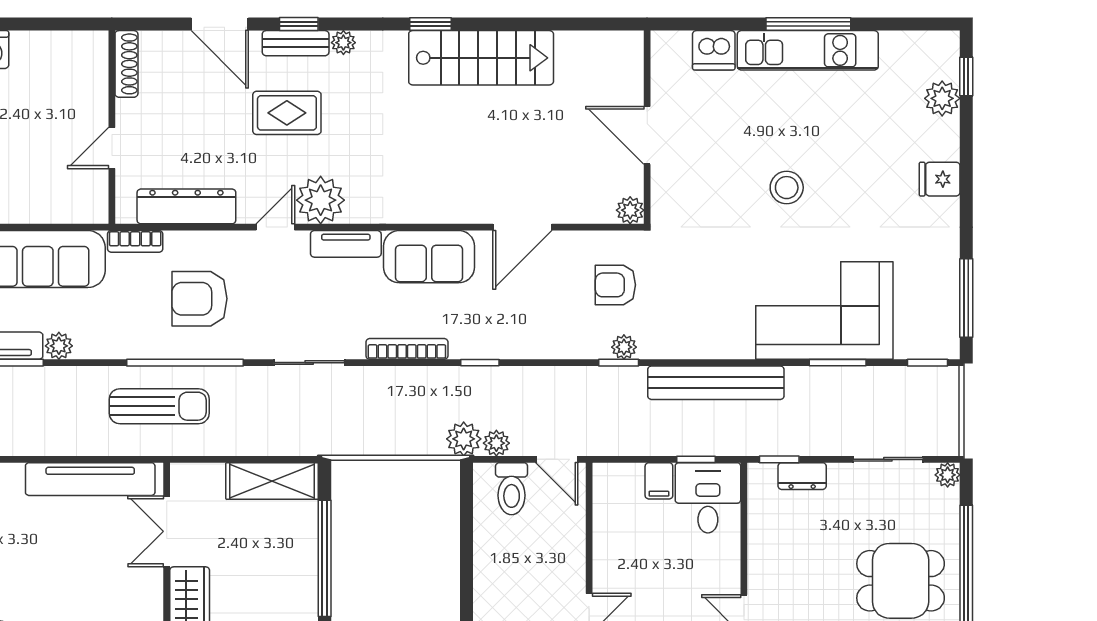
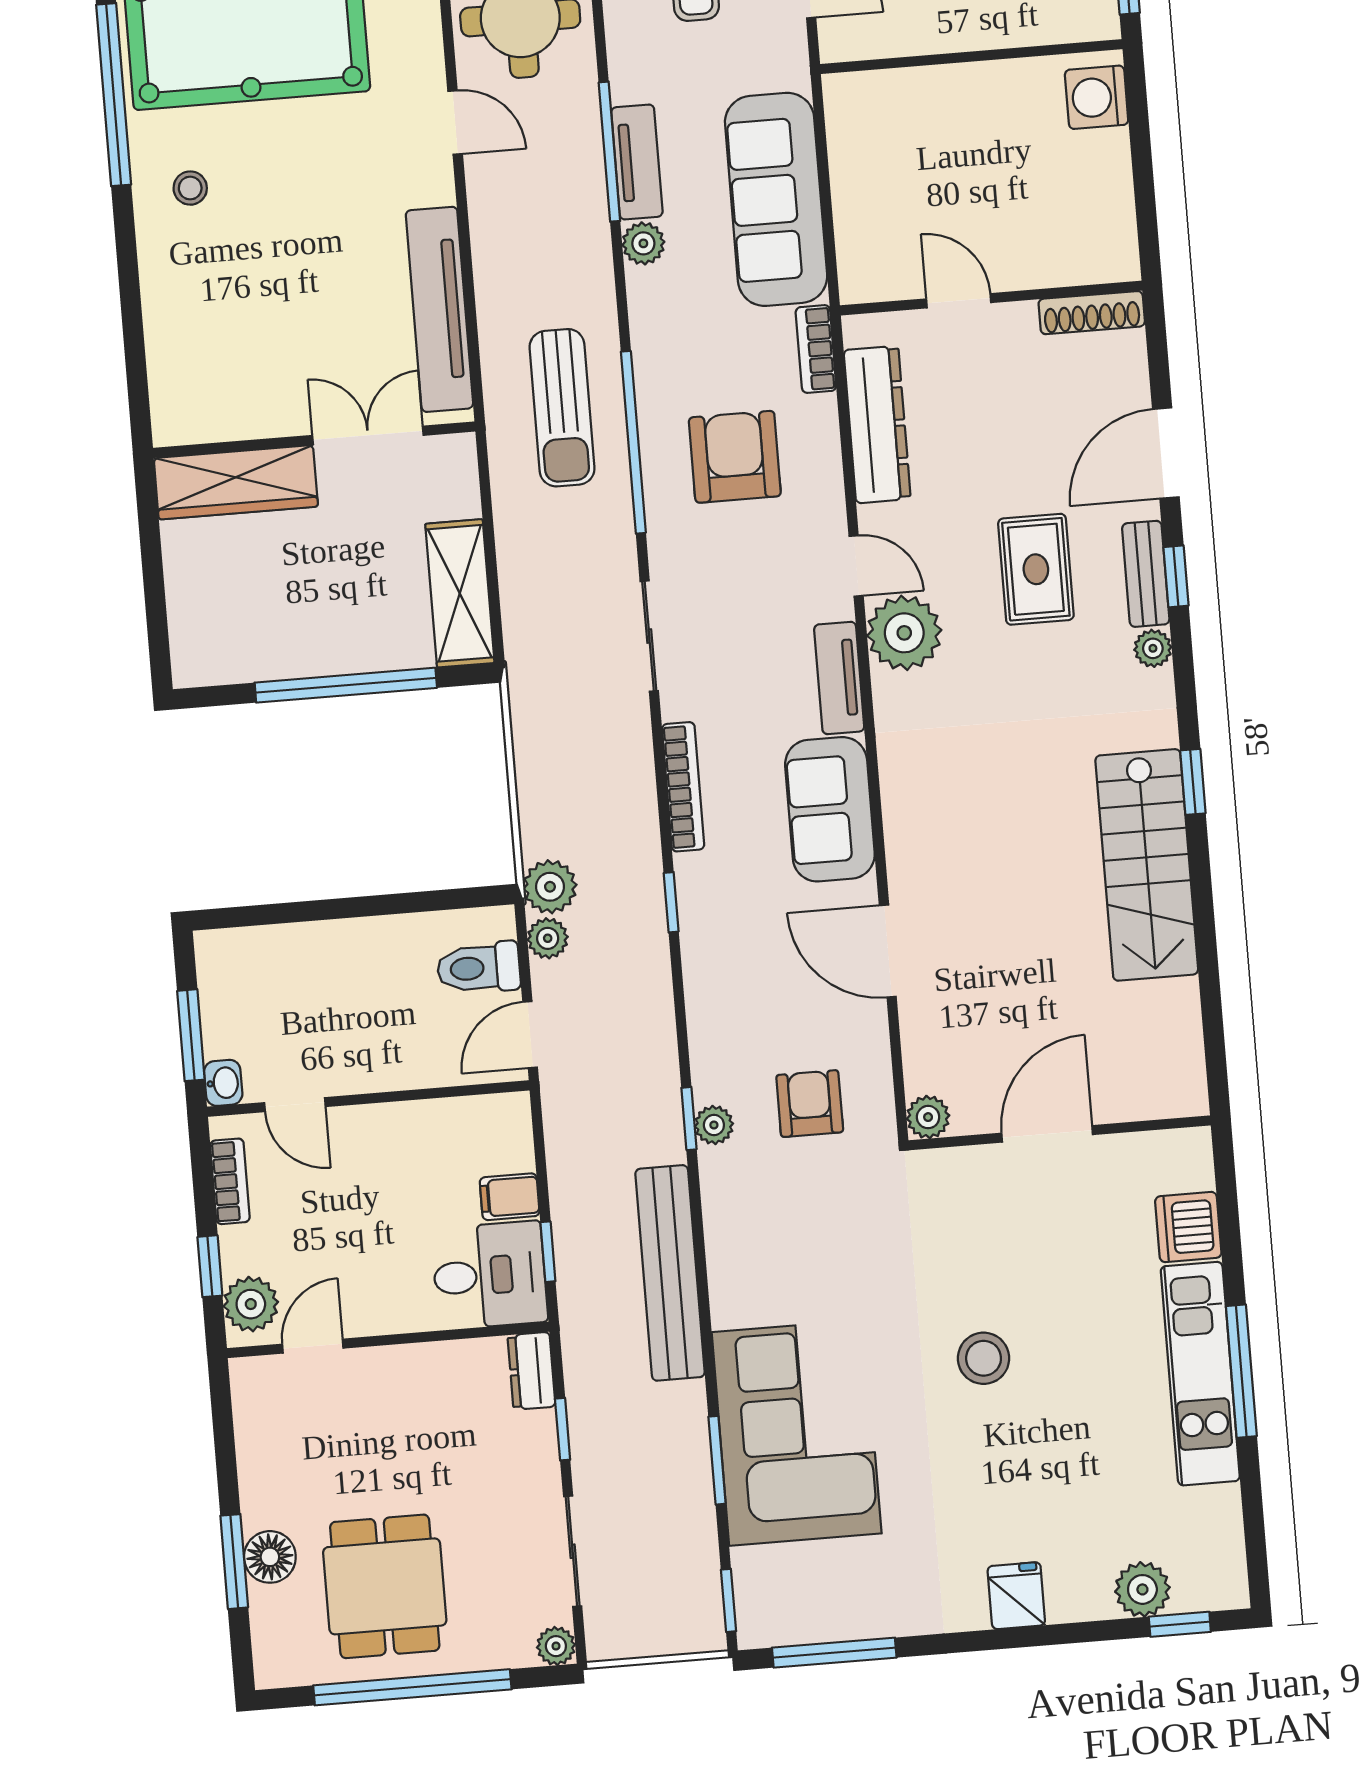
window: (779, 459) -> (563, 1429), moved
dresser: (802, 476) -> (532, 1371), moved

